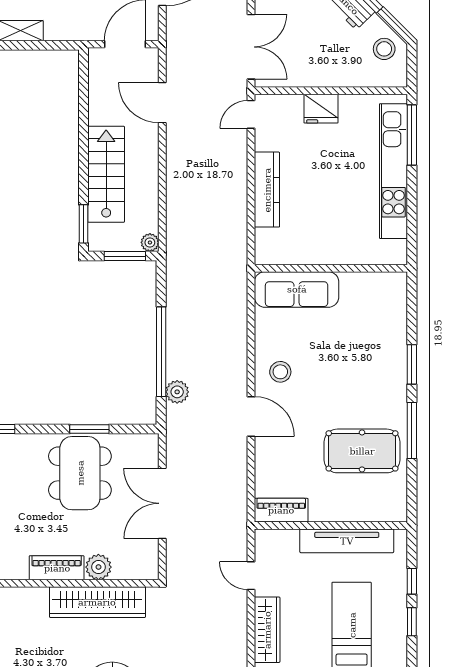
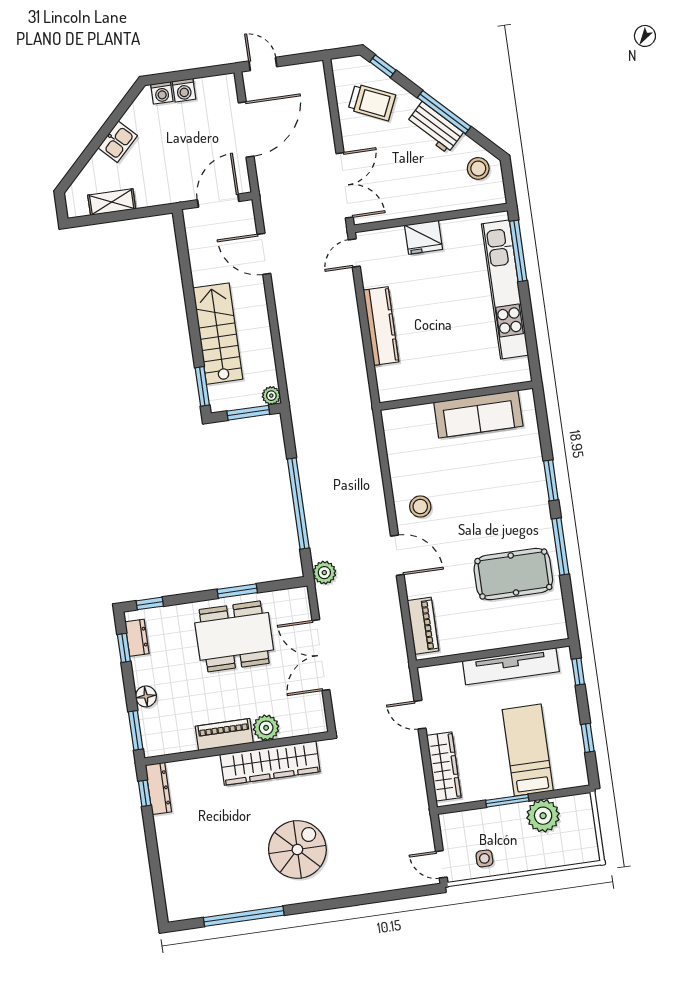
sofa: (297, 289) -> (478, 414), moved
plant: (177, 392) -> (324, 573), moved
dining table: (80, 473) -> (234, 636), turned 90
piano: (281, 510) -> (423, 626), moved, turned 90
window: (412, 581) -> (578, 672), moved

